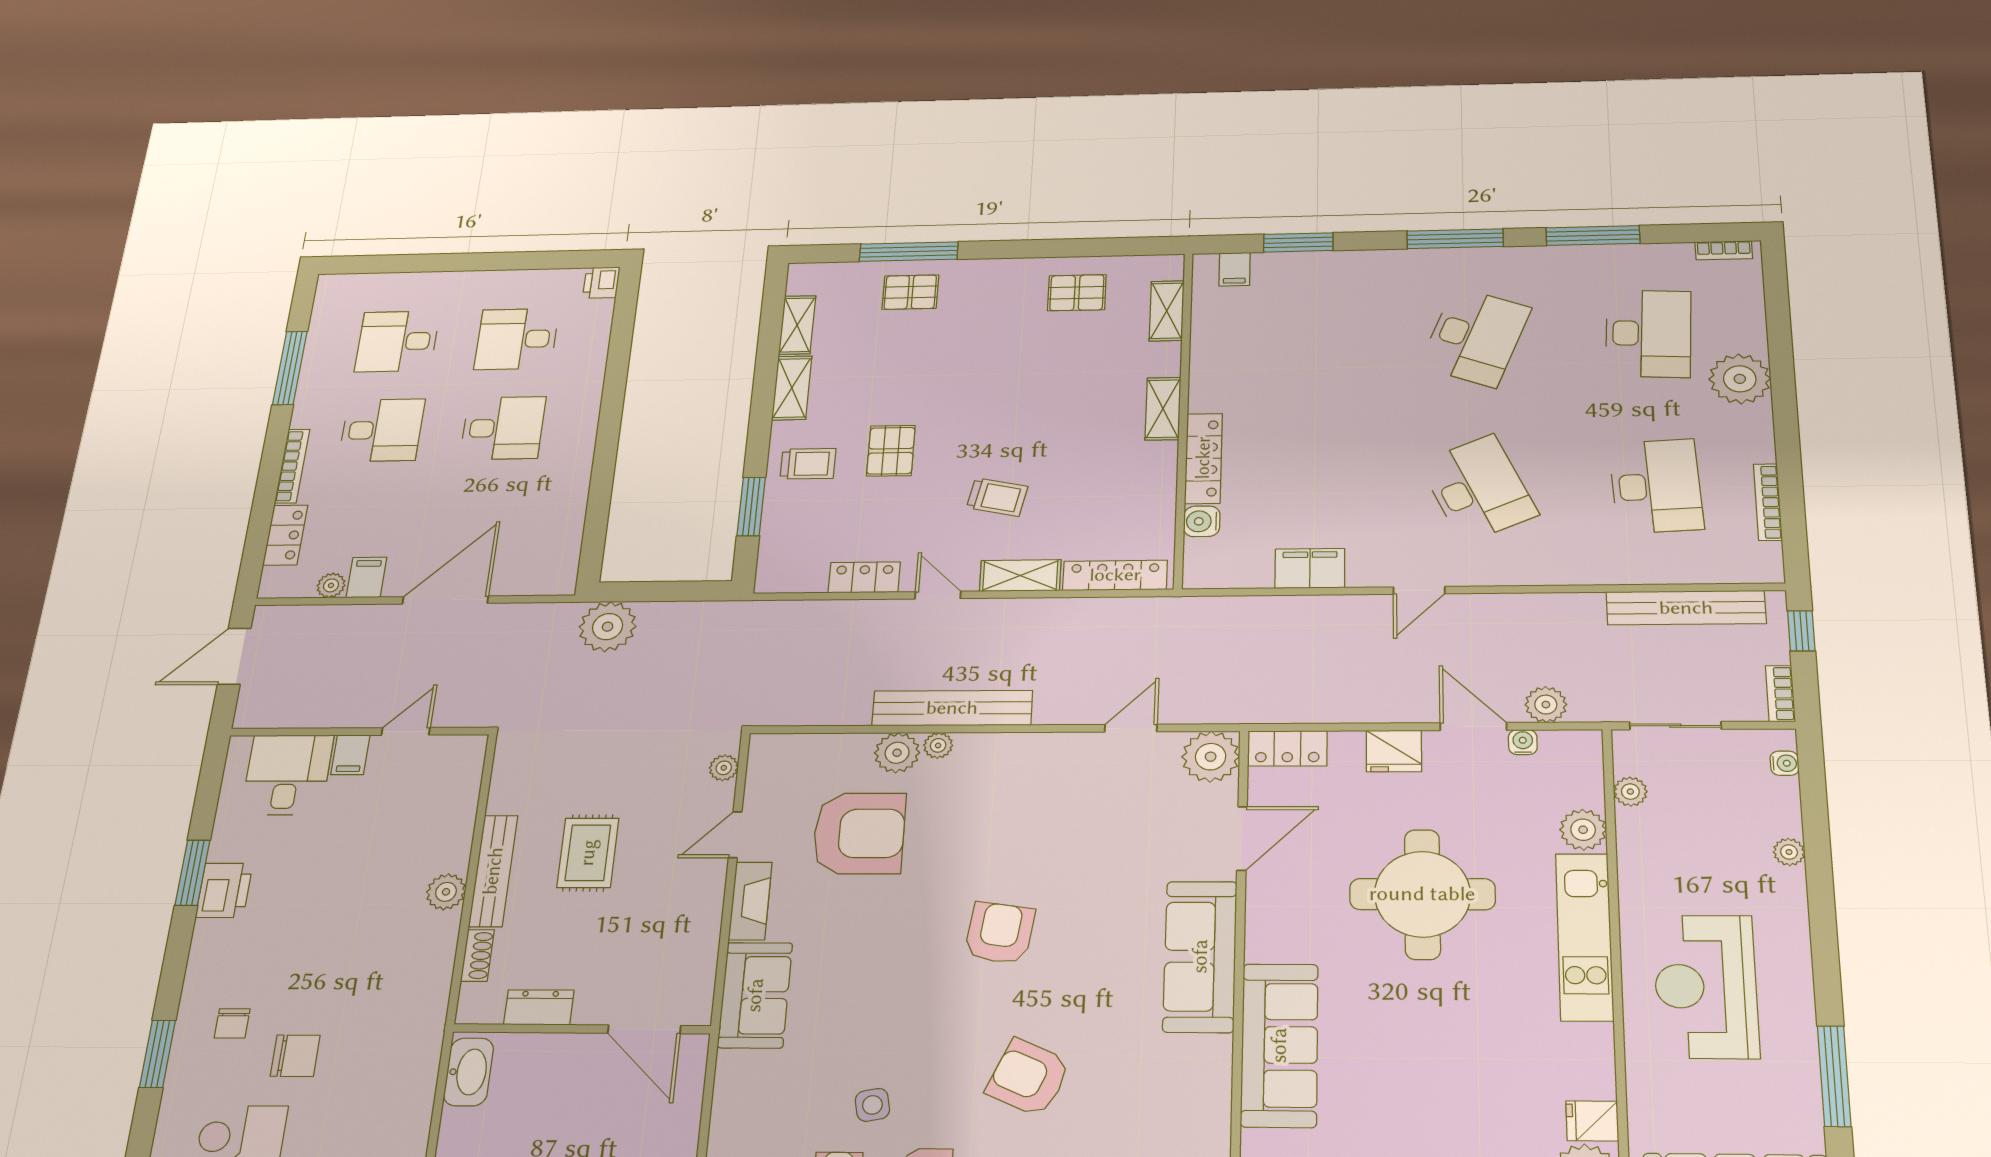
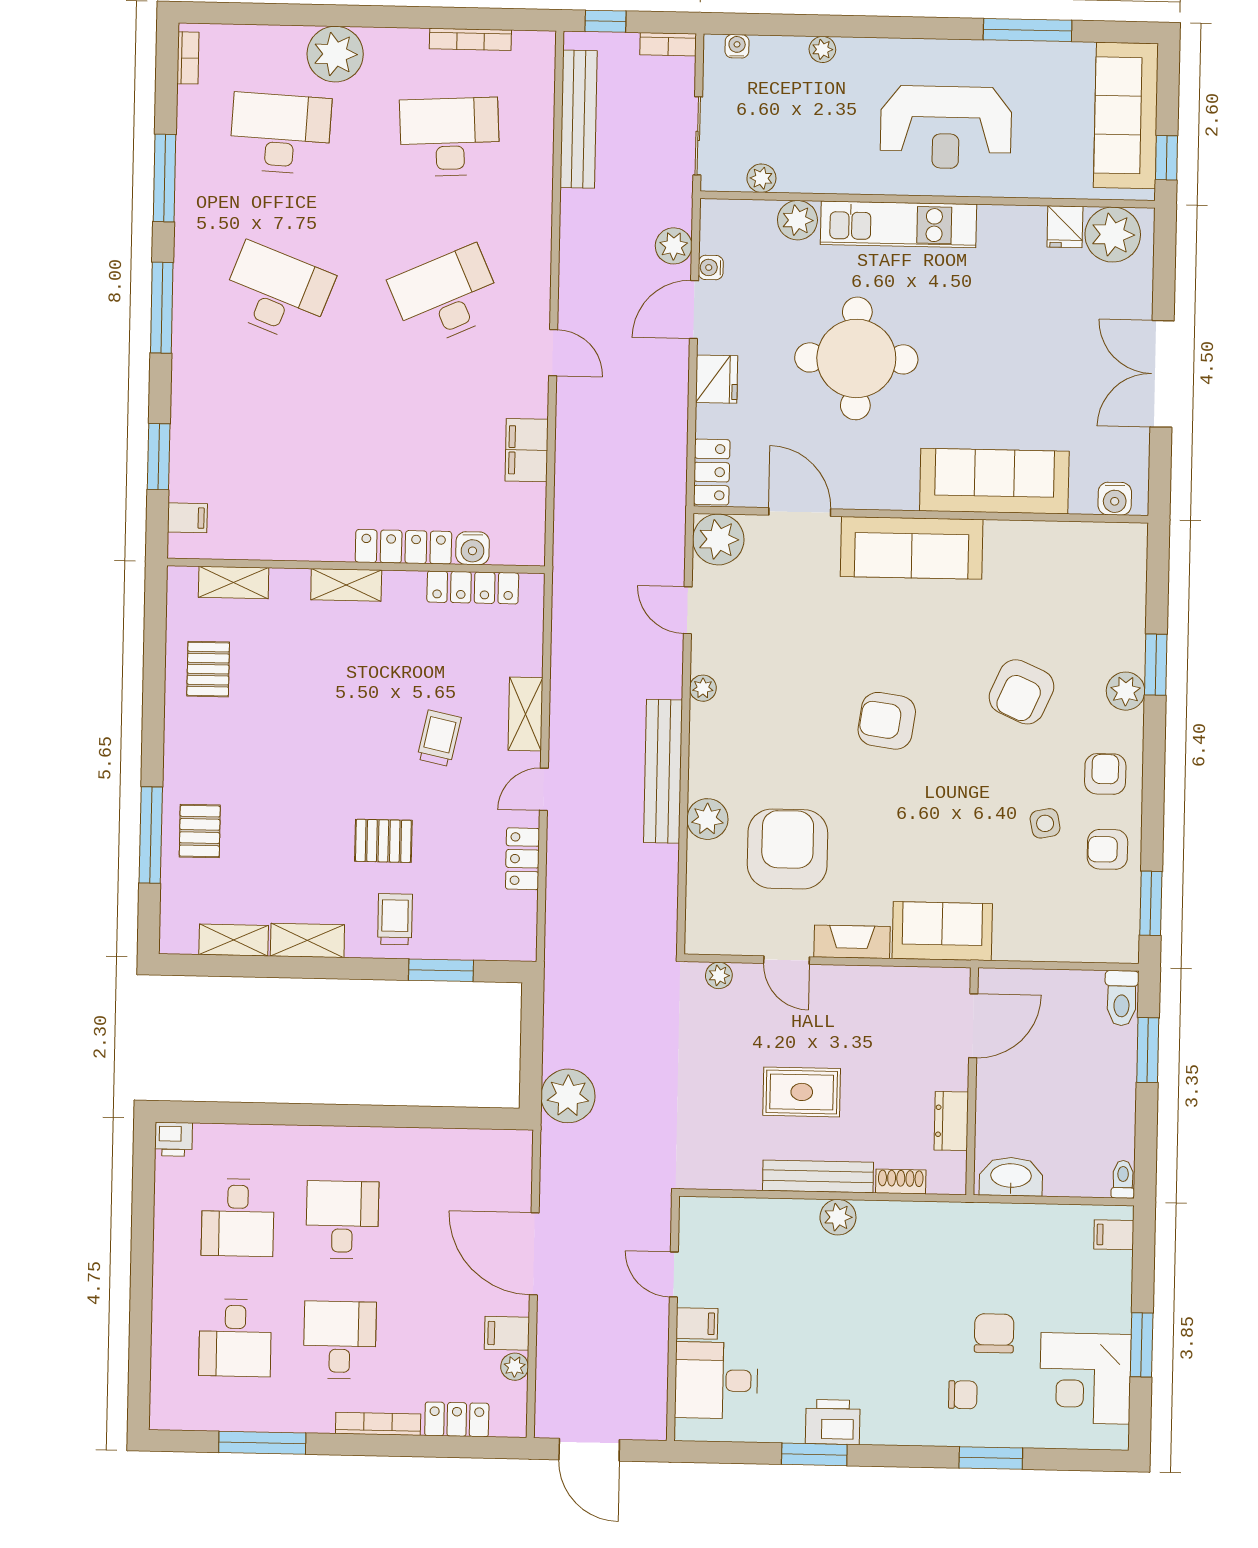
locker: (1115, 575) -> (473, 587), moved, turned -90
plant: (938, 745) -> (703, 688), moved

